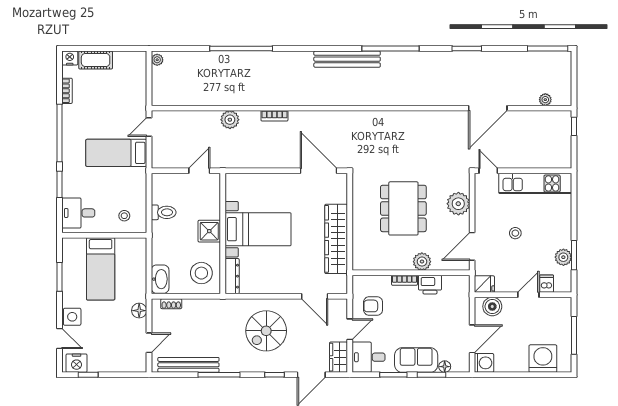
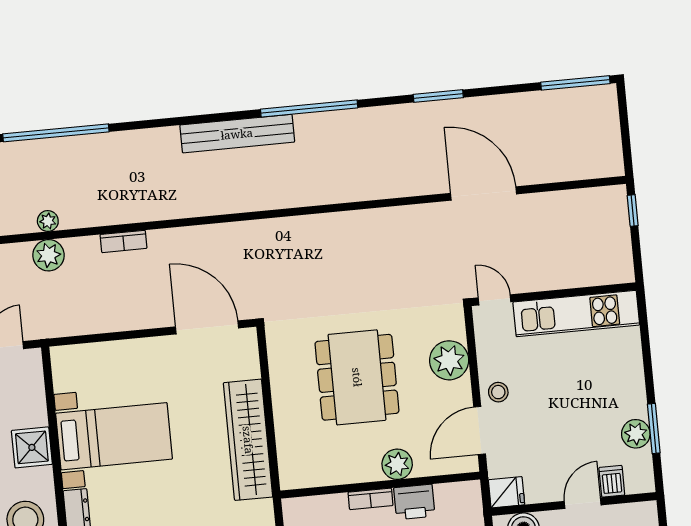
plant: (545, 100) -> (48, 221), moved
door: (488, 108) -> (483, 194), swing flipped
stool: (515, 233) -> (498, 392), moved

